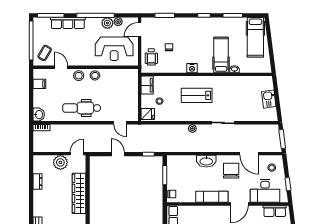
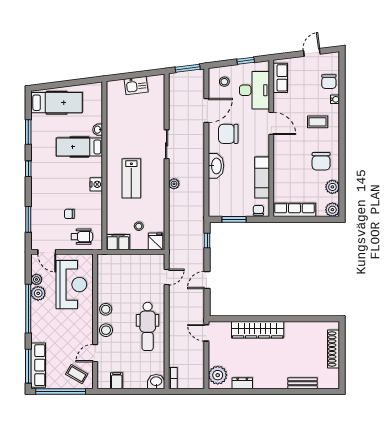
row of seats: (68, 23) -> (38, 365), moved
plant: (60, 162) -> (218, 375), moved
exam couch: (212, 197) -> (262, 178), moved

